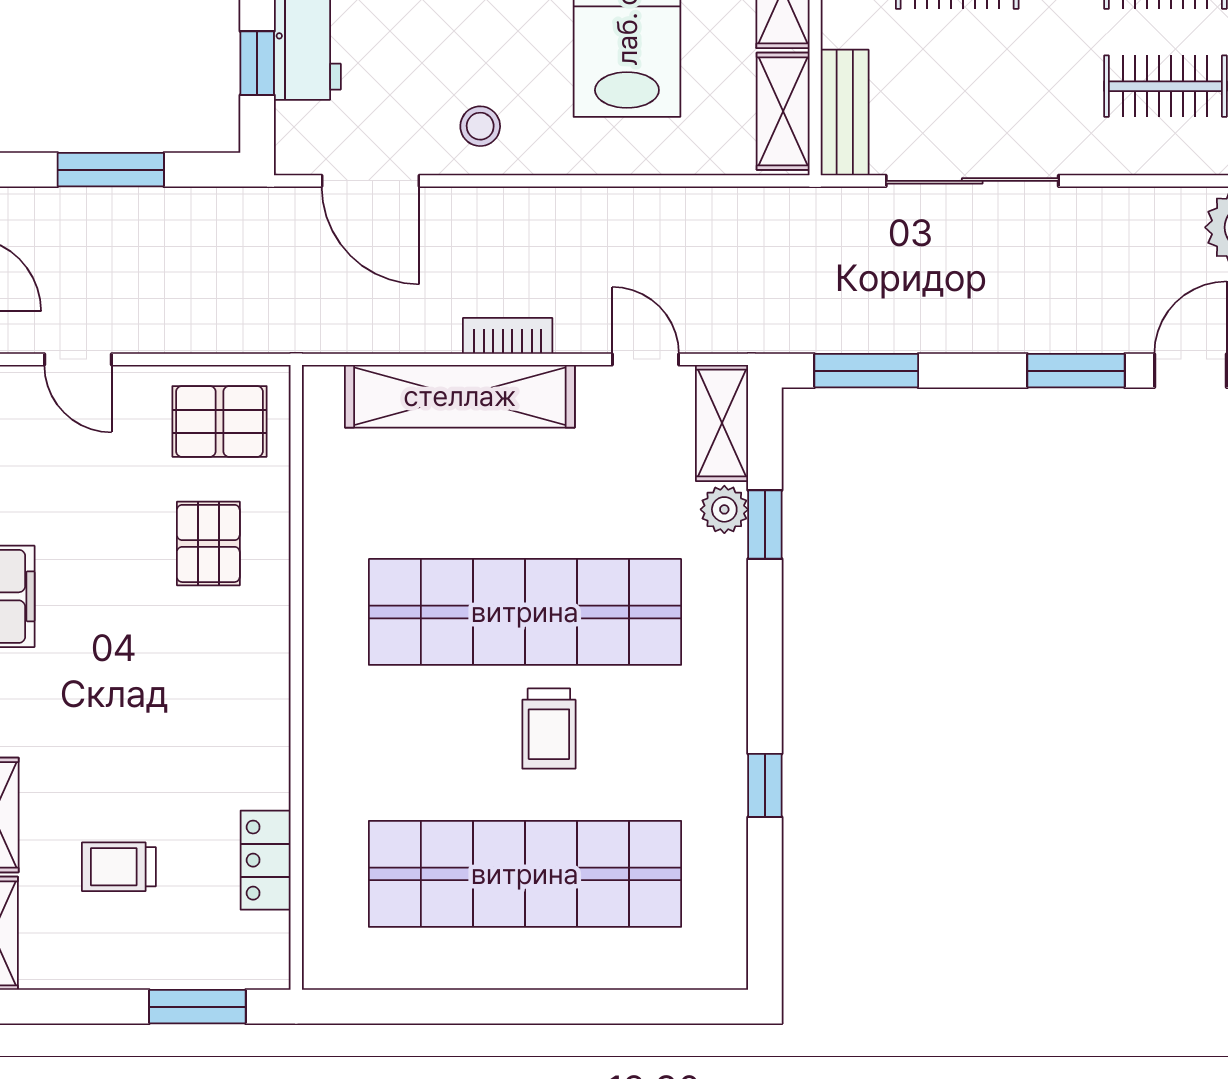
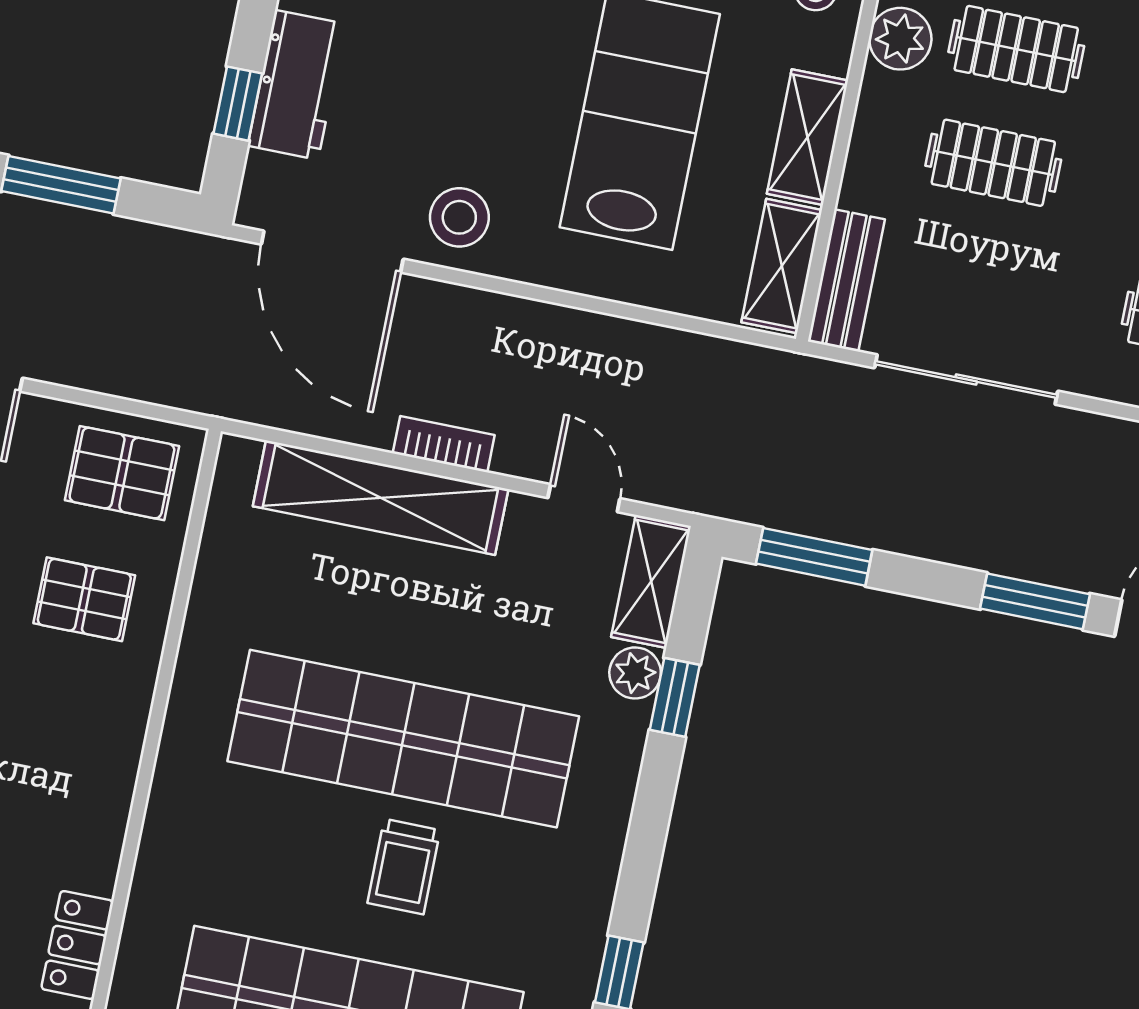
stool: (480, 126) -> (459, 217), width x1.37, depth x1.37
door: (371, 181) -> (332, 252), width x1.36
pallet: (208, 543) -> (84, 599), turned 90

